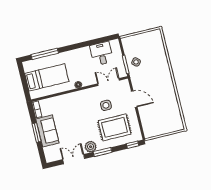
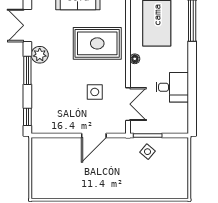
desk: (102, 54) -> (172, 87), moved
rug: (114, 127) -> (97, 43), moved, turned 90
double door: (74, 159) -> (27, 25), swing flipped

